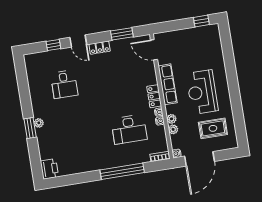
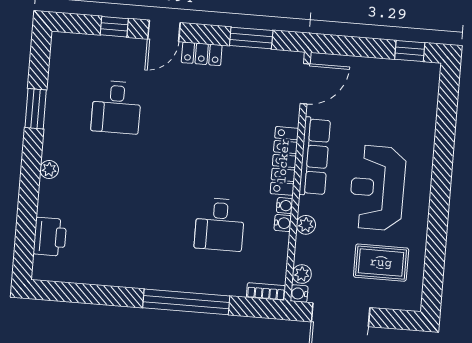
door: (78, 41) -> (164, 31), hinge flipped
door: (154, 50) -> (305, 84), swing flipped
locker: (154, 96) -> (284, 161), width x1.53
window: (30, 128) -> (36, 109), moved
desk: (129, 129) -> (220, 224), width x0.73
plant: (173, 129) -> (302, 274), moved
printer: (49, 169) -> (50, 237), moved

